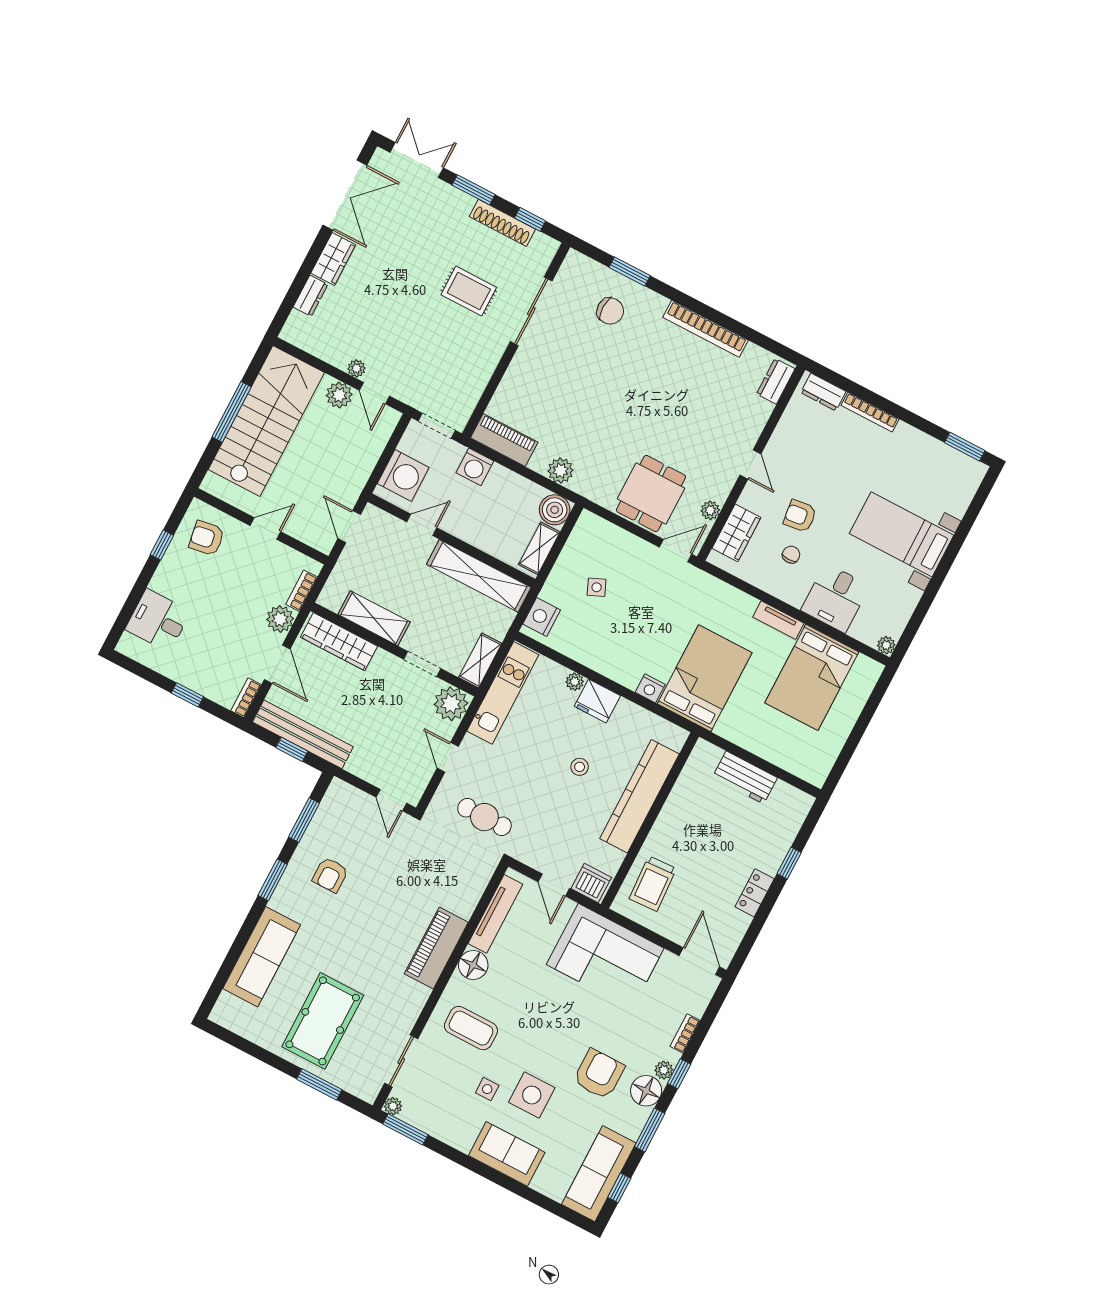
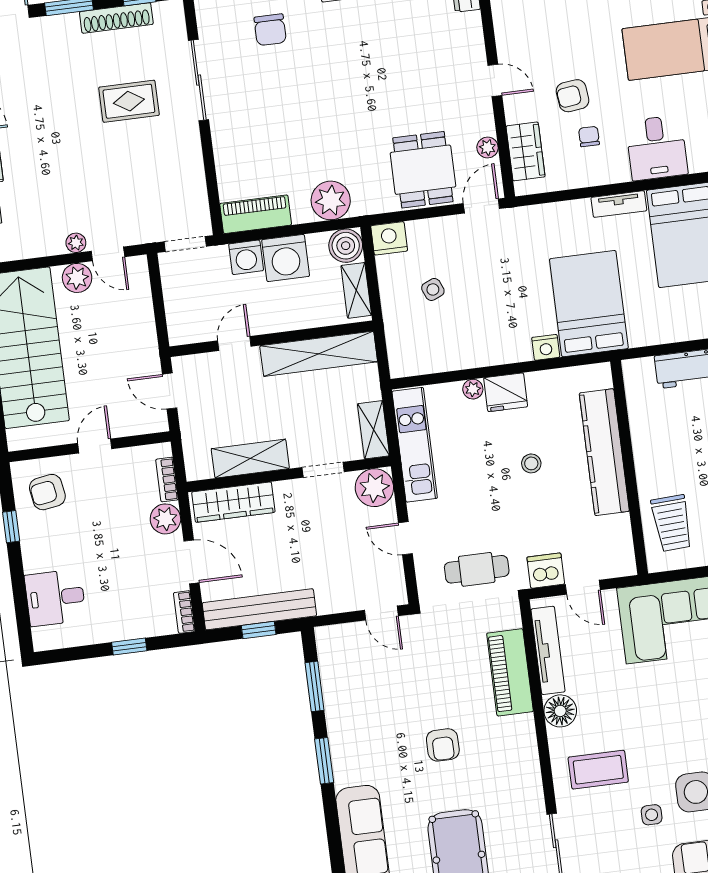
chair: (610, 311) -> (270, 30), turned 89
plant: (561, 471) -> (331, 200), width x1.36, depth x1.36
washing machine: (403, 475) -> (286, 258), moved, turned 90
nightstand: (542, 617) -> (389, 238), moved, turned 90
armchair: (330, 875) -> (443, 745), moved
dishwasher: (591, 883) -> (546, 571), moved
piano: (436, 948) -> (510, 672), moved

